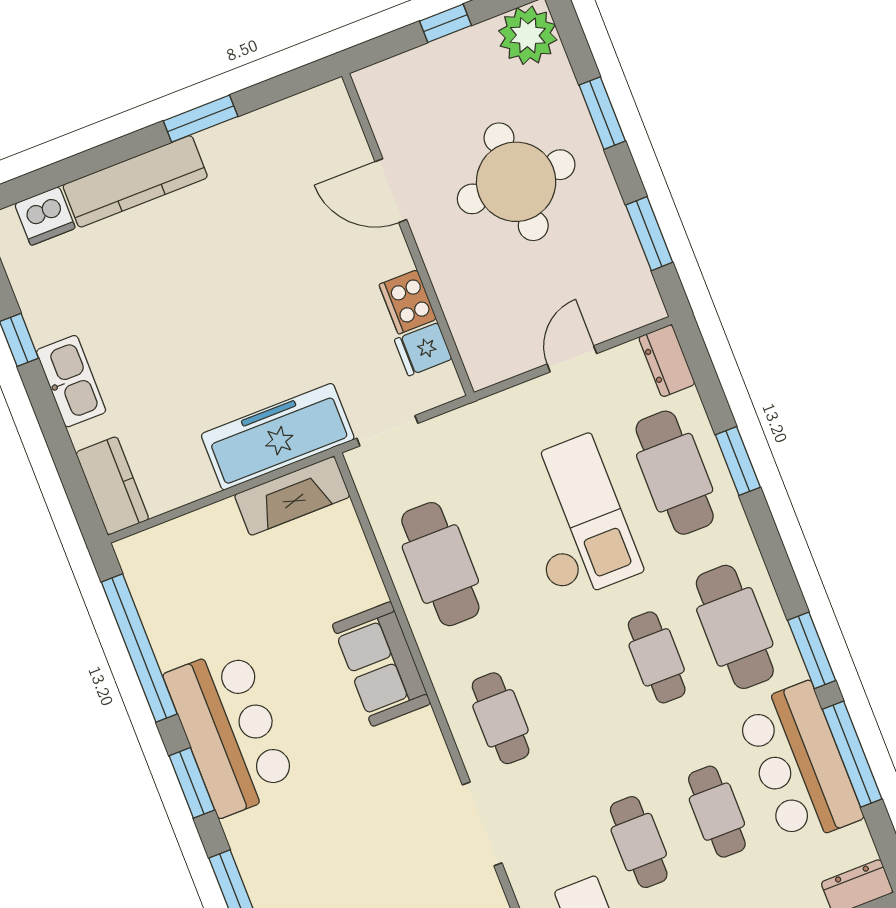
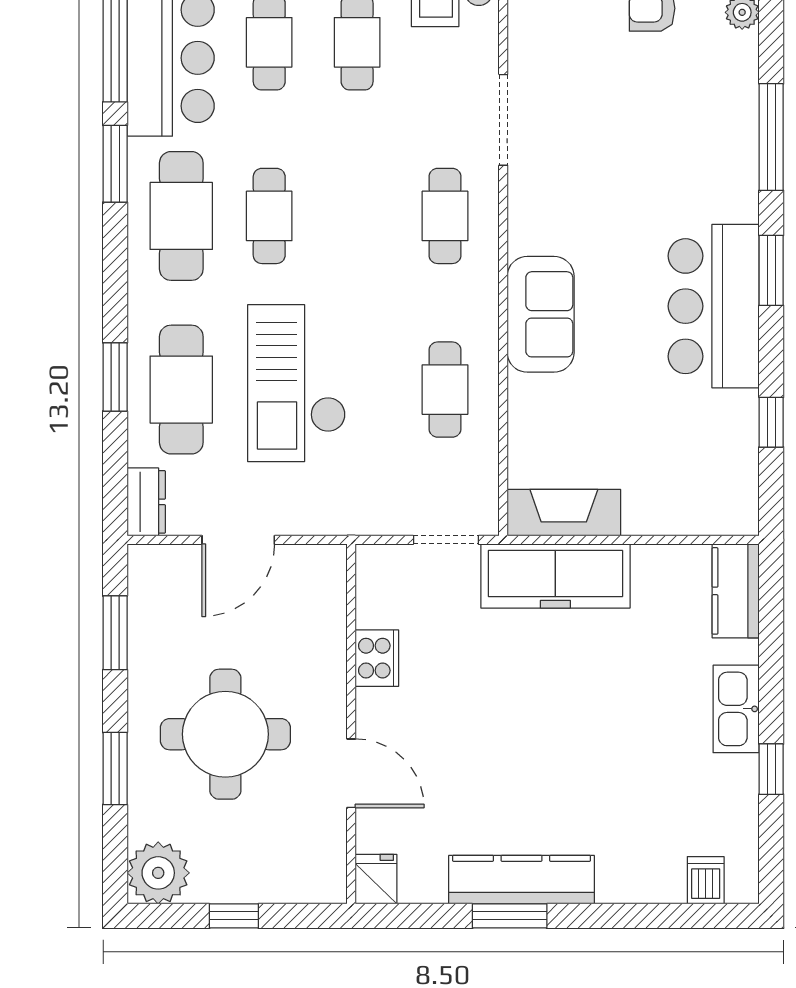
kitchen counter: (135, 181) -> (522, 880), moved
dishwasher: (45, 216) -> (706, 880), width x0.73
fridge: (423, 349) -> (376, 879), moved, turned -90
door: (572, 359) -> (238, 540), width x1.38
cafe table: (440, 564) -> (445, 390), width x0.73, depth x0.74
window: (139, 648) -> (771, 422), width x0.32

